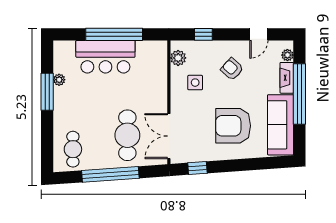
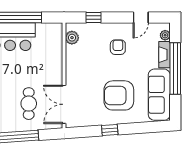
armchair: (232, 69) -> (118, 47), turned 48
side table: (195, 83) -> (86, 59), removed
cafe table: (127, 135) -> (29, 104), width x0.73, depth x0.74
window: (197, 168) -> (110, 130), moved

